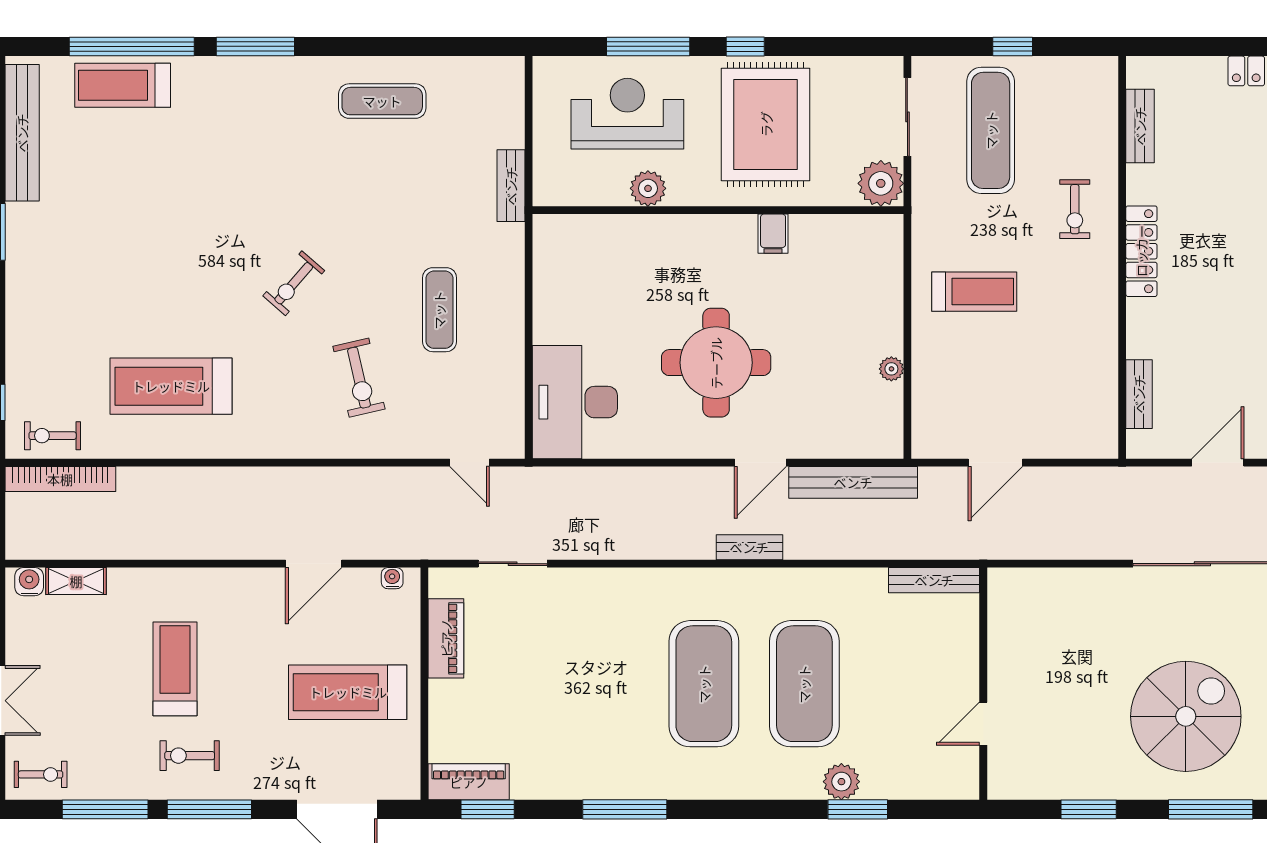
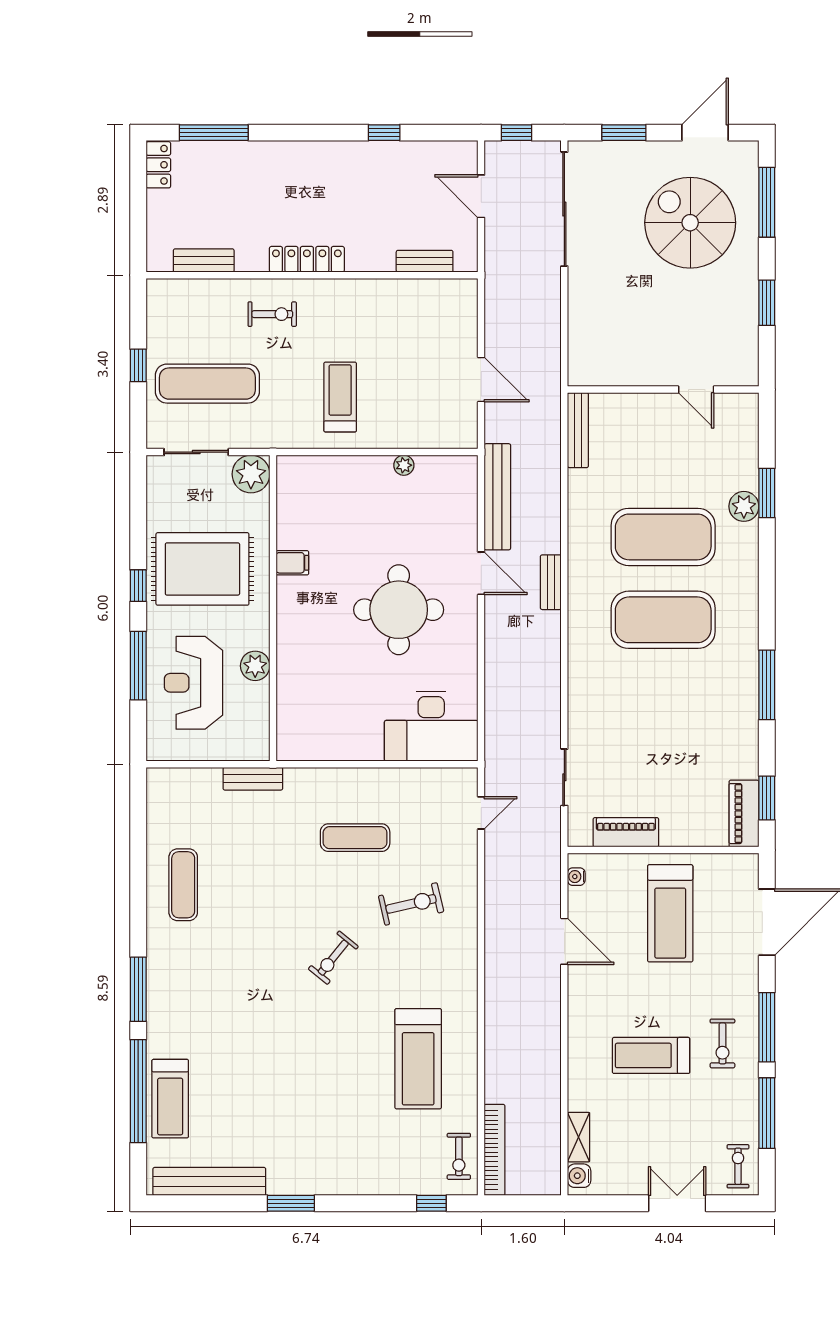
exercise bike: (294, 283) -> (333, 958), turned 88

